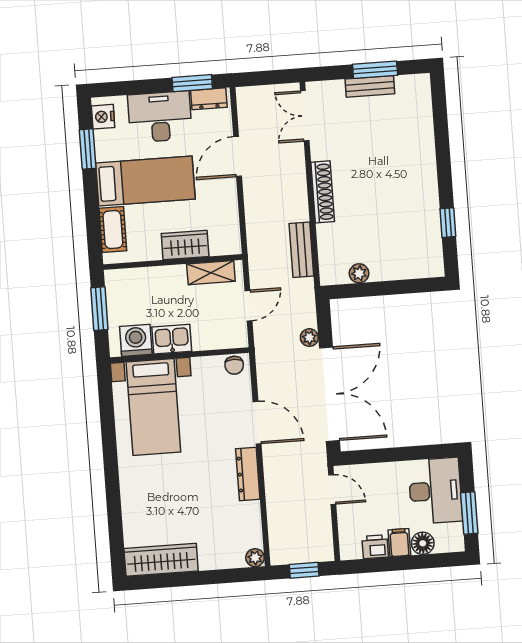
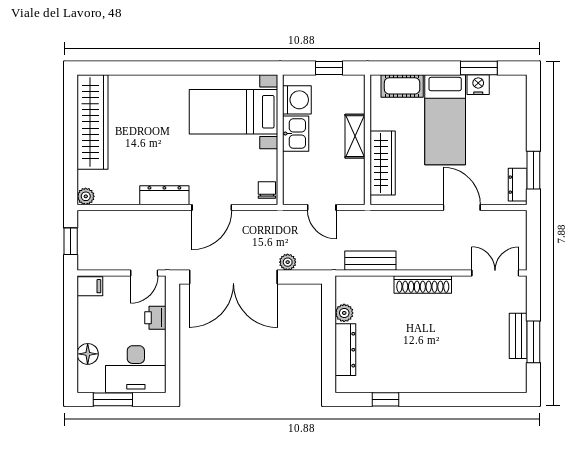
nightstand: (103, 117) -> (478, 85), moved
desk: (160, 117) -> (504, 138), removed
wardrobe: (185, 245) -> (383, 163), width x1.50
dresser: (398, 269) -> (345, 350), added
shelving: (211, 273) -> (355, 136), moved
window: (99, 309) -> (329, 68), width x0.67
chair: (234, 365) -> (267, 190), turned 90
filing cabinet: (399, 543) -> (90, 286), moved
printer: (375, 547) -> (155, 318), moved, turned 180
wardrobe: (161, 560) -> (93, 122), width x1.40, depth x1.17

